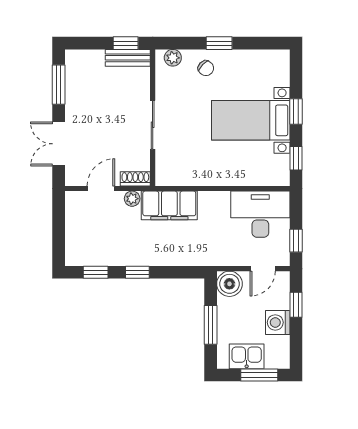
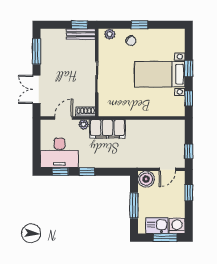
desk: (260, 214) -> (59, 153), moved, turned 180
washing machine: (278, 322) -> (177, 226), moved, turned 90

